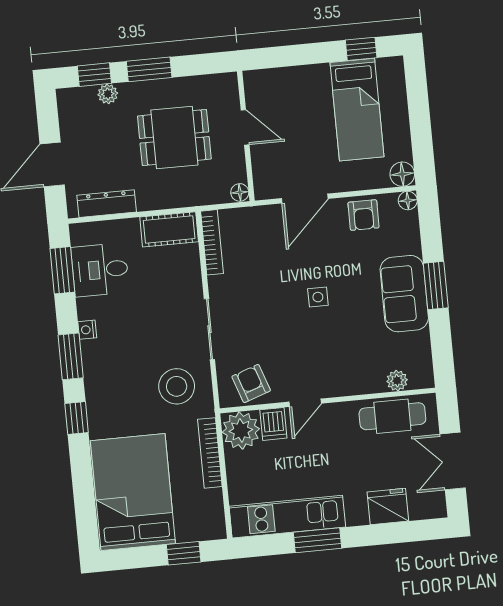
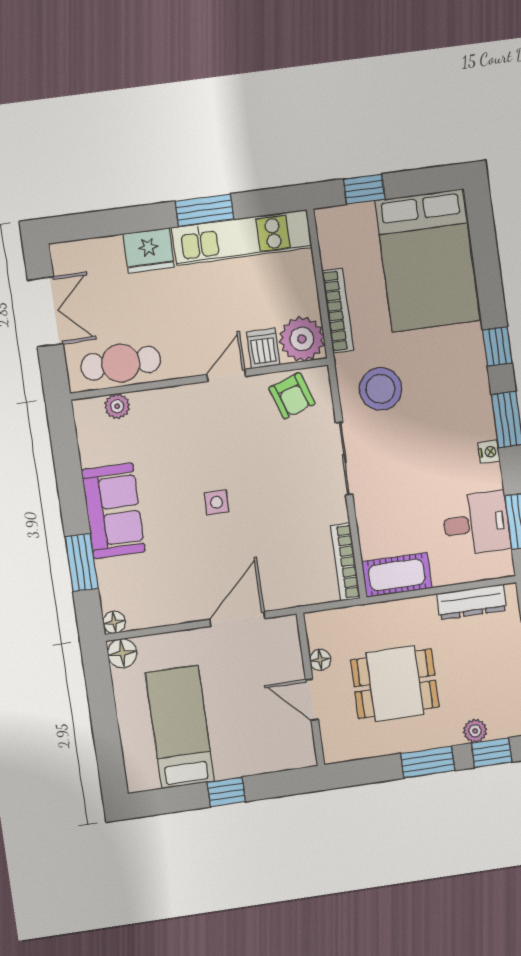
window: (361, 49) -> (226, 792), moved
floor lamp: (240, 192) -> (320, 660), moved
armchair: (363, 215) -> (166, 602), removed
window: (436, 285) -> (82, 563), moved
fridge: (388, 506) -> (149, 250), moved

